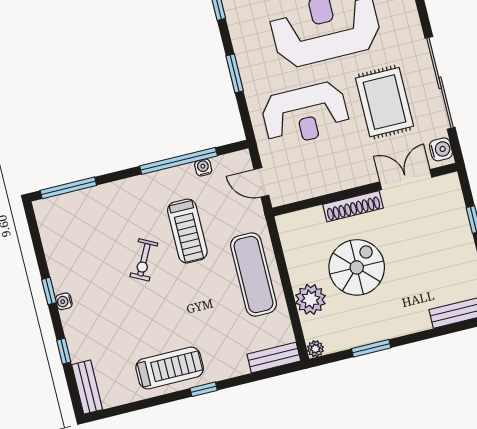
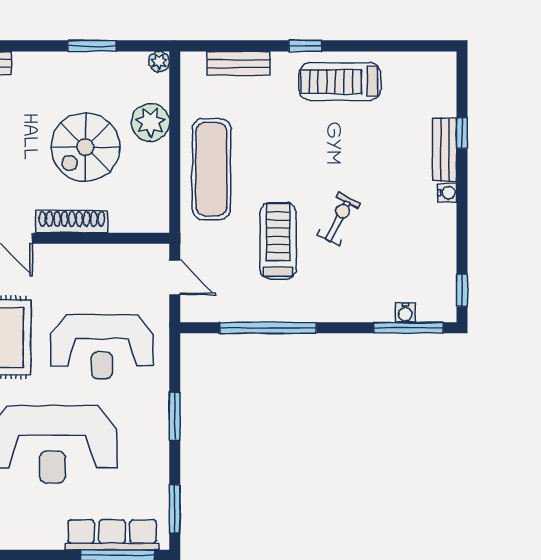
reception desk: (305, 114) -> (102, 347), turned 180
water cooler: (203, 167) -> (405, 313), moved
window: (49, 291) -> (462, 290), moved
bench: (274, 358) -> (239, 63), moved
bench: (87, 387) -> (444, 150), moved

